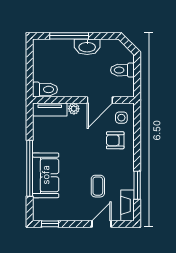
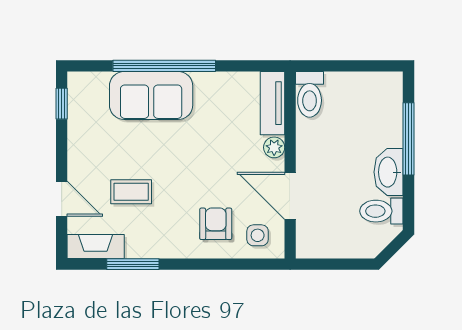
toilet: (122, 70) -> (381, 211), moved, turned -90

